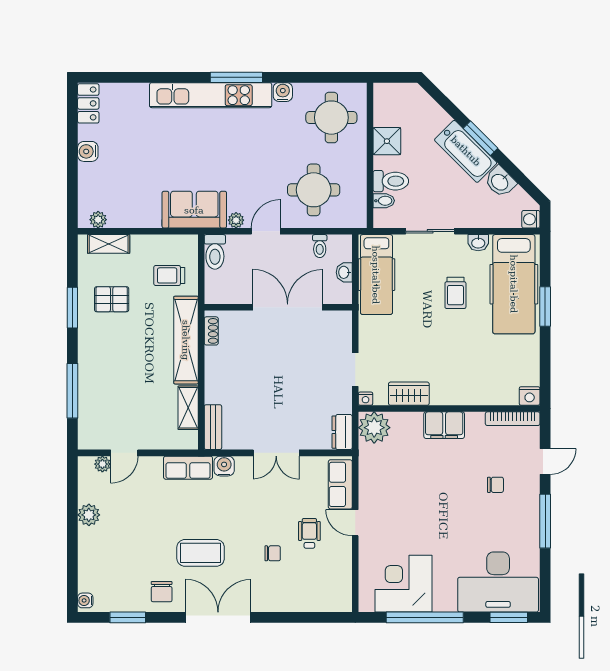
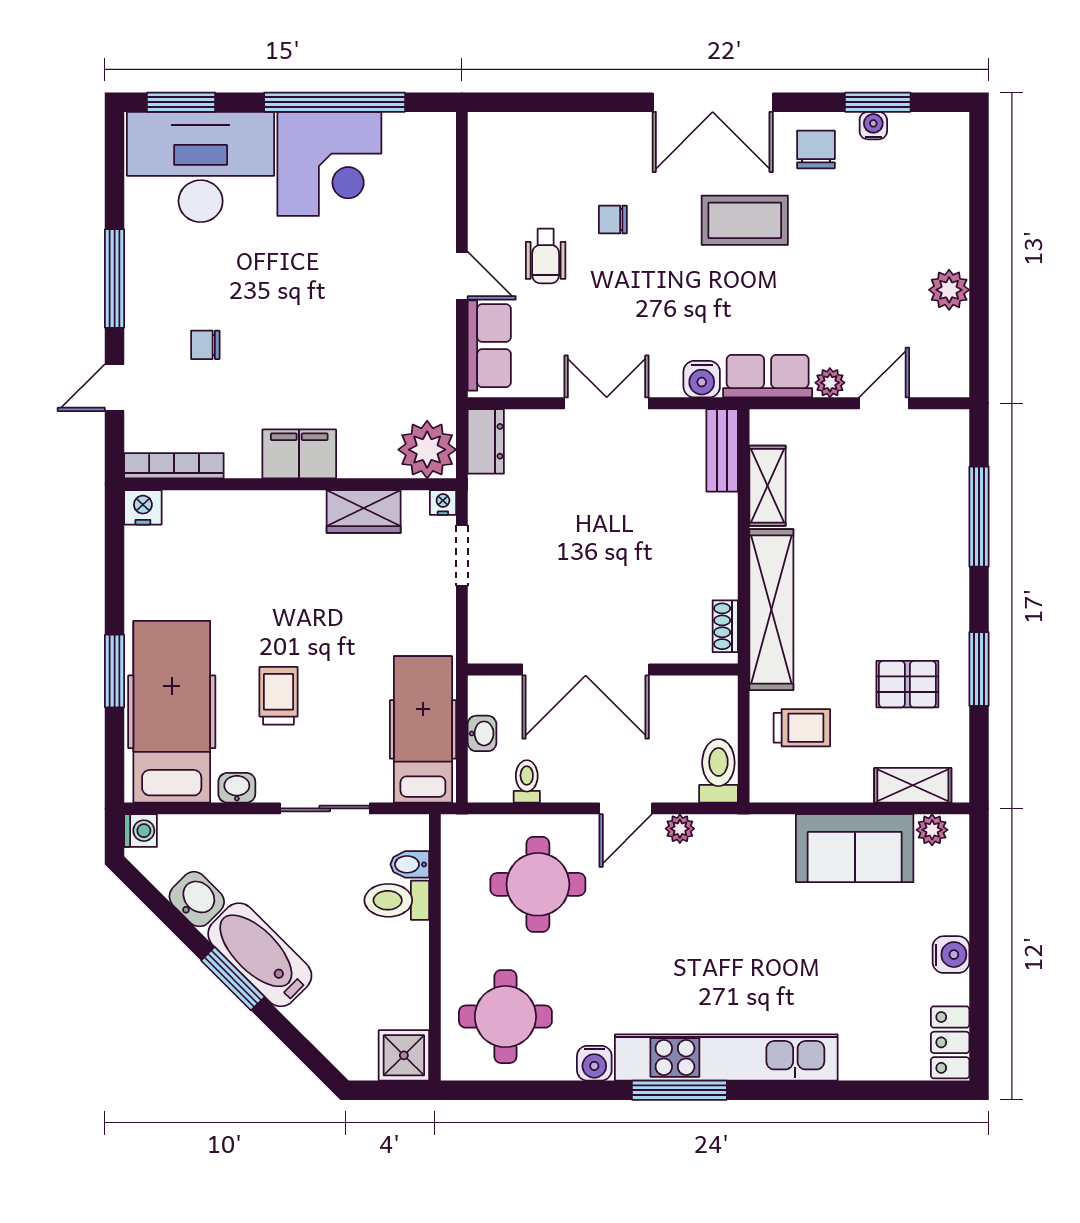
shower: (387, 141) -> (404, 1055), moved
sofa: (194, 210) -> (855, 848), moved
plant: (102, 464) -> (830, 383), moved
corner desk: (404, 584) -> (329, 164), moved
water cooler: (85, 600) -> (873, 126), moved, turned -90

